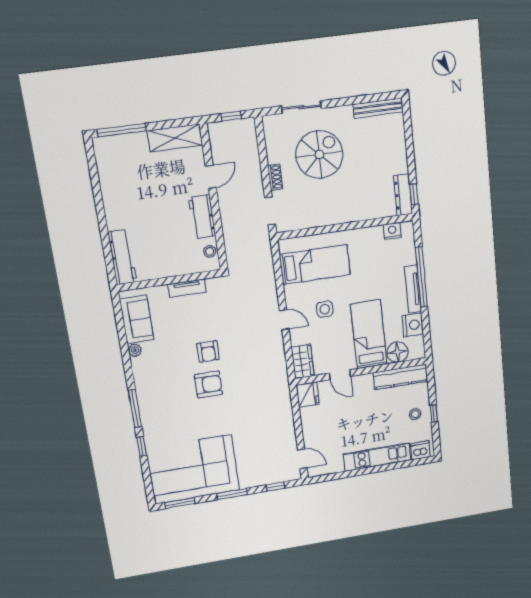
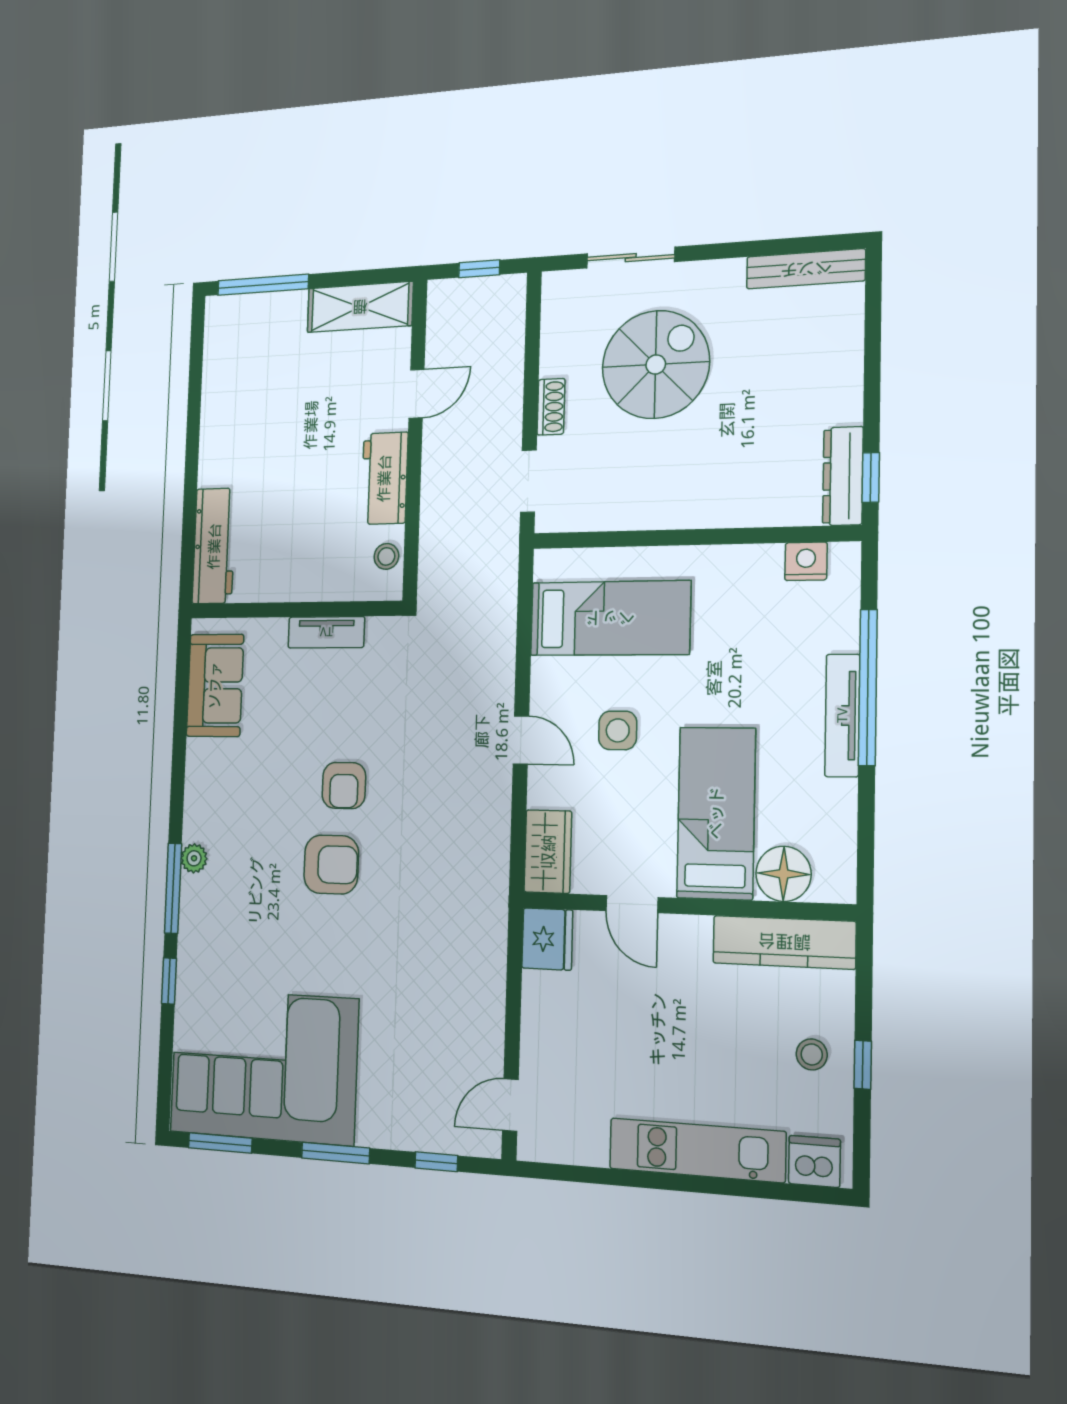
nightstand: (413, 325) -> (832, 809), removed
plant: (135, 350) -> (194, 858), moved
door: (302, 459) -> (510, 1105), swing flipped

